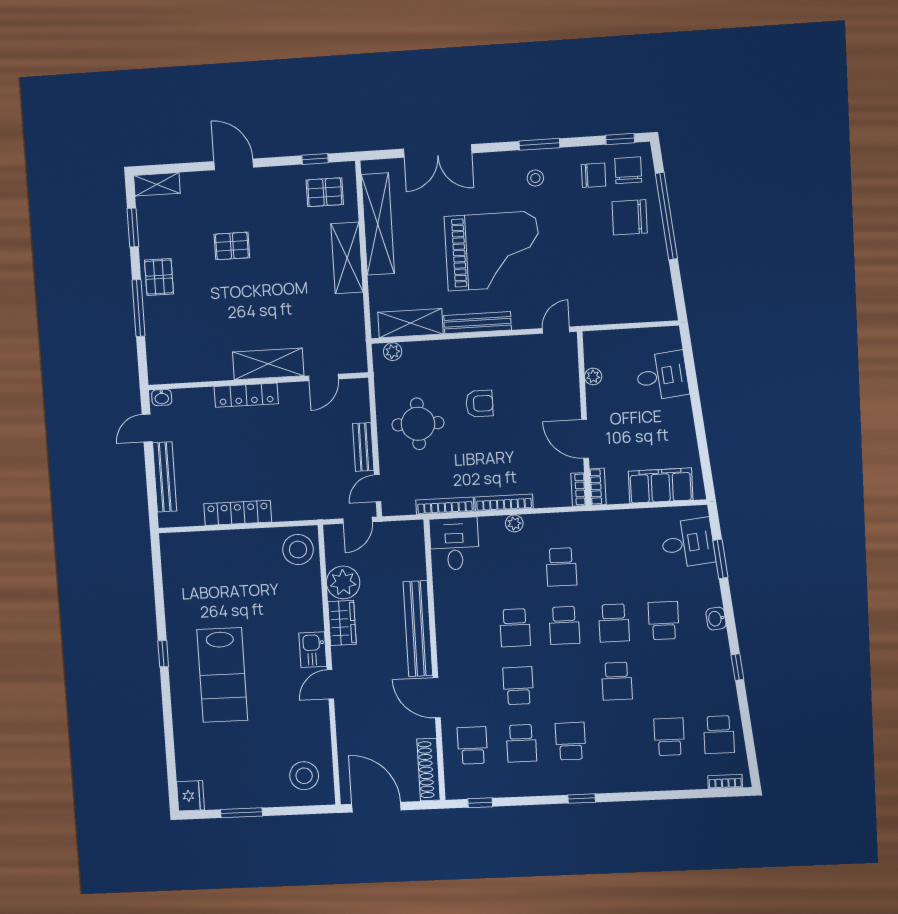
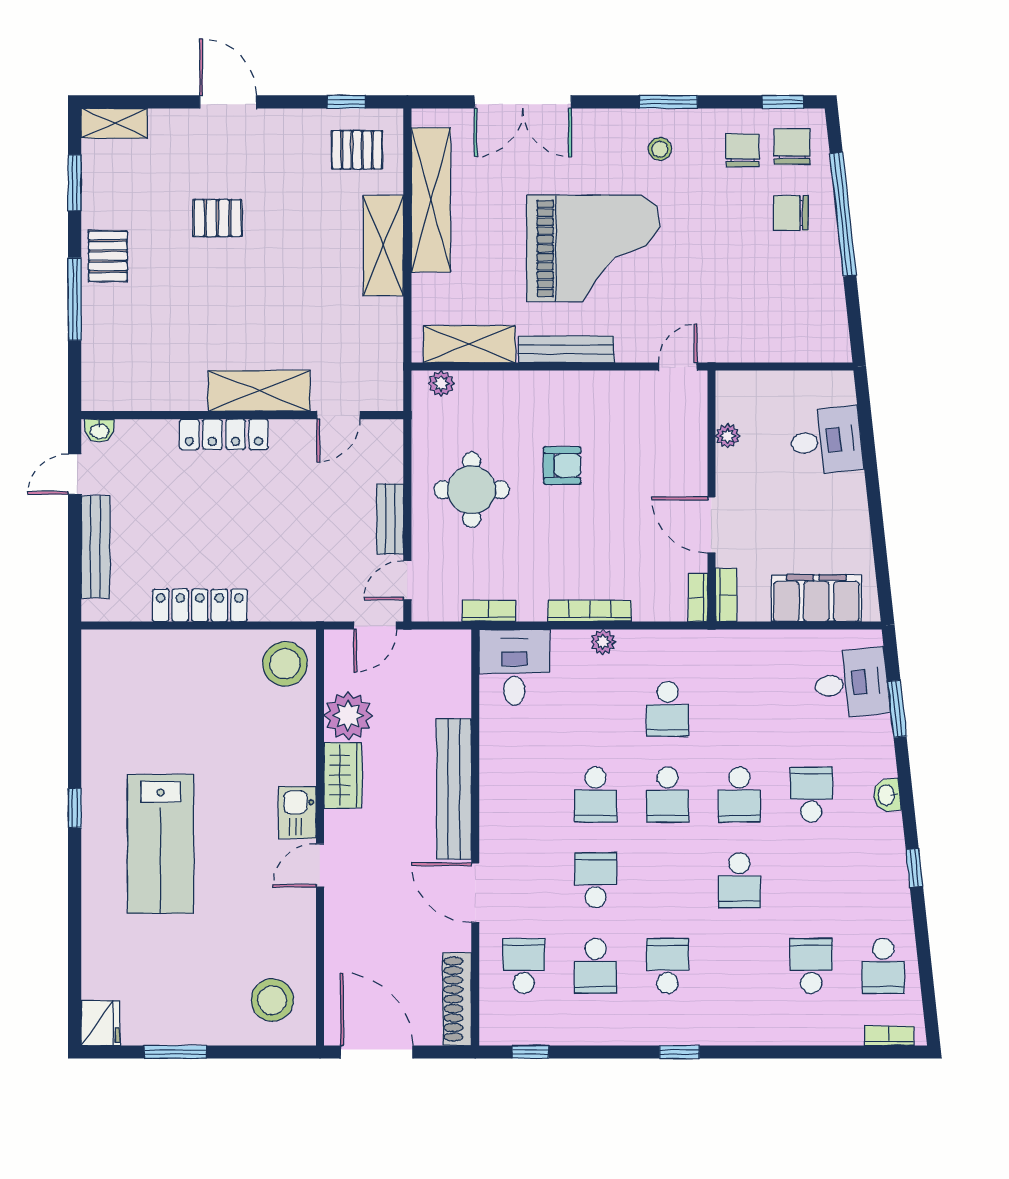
chair: (594, 175) -> (743, 150), turned -90
chair: (630, 217) -> (791, 213), width x0.73, depth x0.73
bookcase: (445, 506) -> (489, 611), width x0.64

